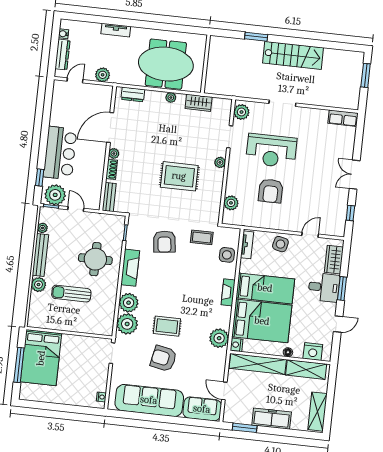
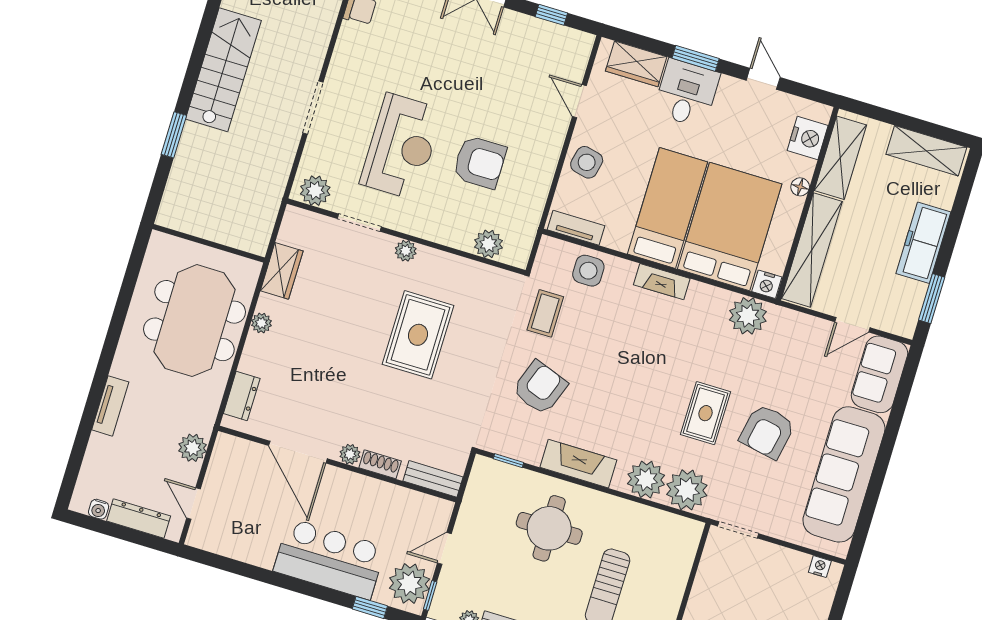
armchair: (164, 242) -> (540, 388), turned -63

